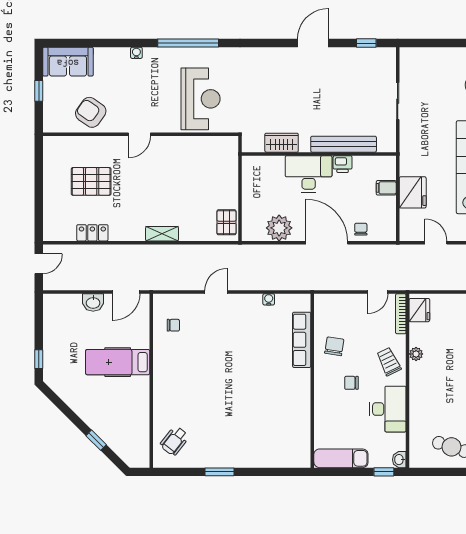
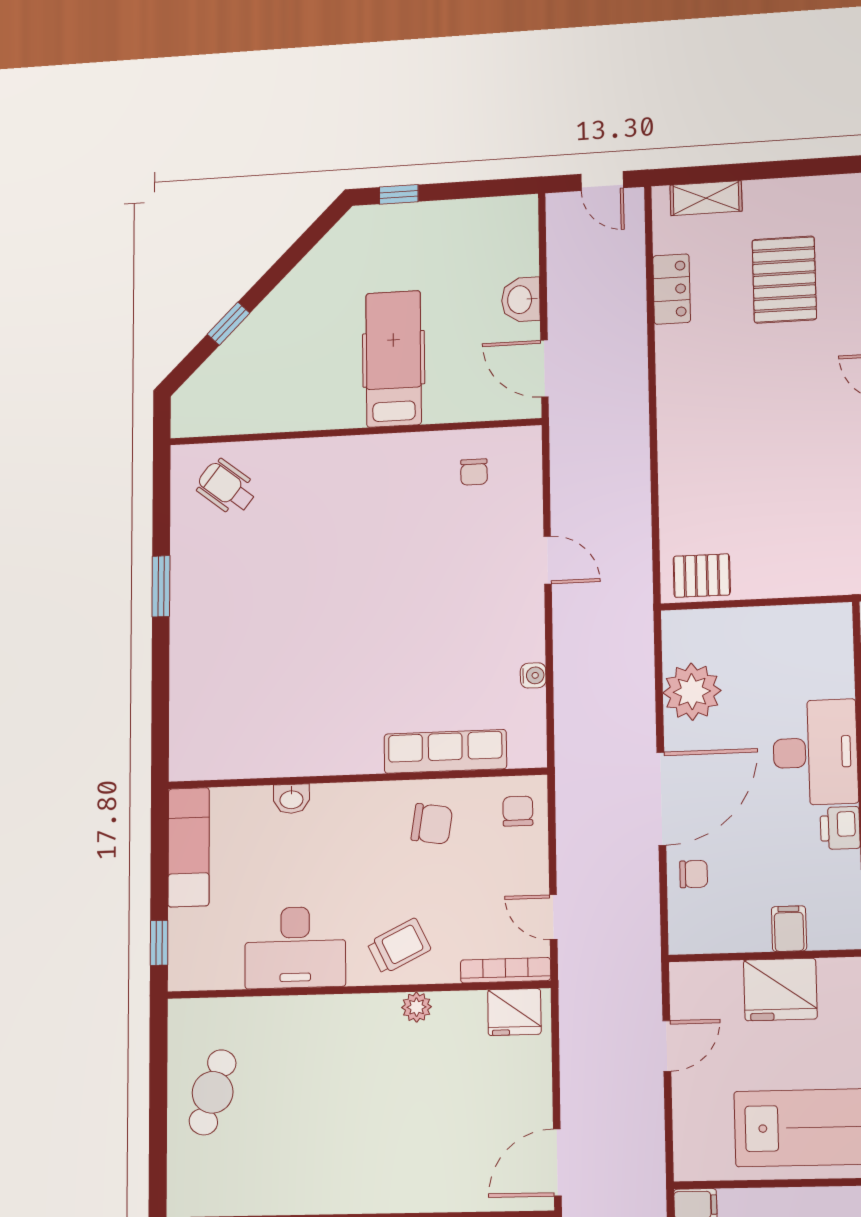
shelving: (162, 234) -> (706, 198), moved, turned 90
chair: (351, 383) -> (518, 811), moved
washbasin: (399, 460) -> (291, 799), moved, turned 180

